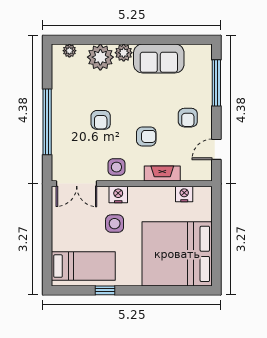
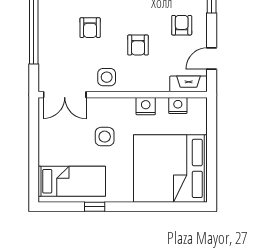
armchair: (188, 118) -> (182, 25), turned 180
armchair: (146, 136) -> (138, 45), turned 90
fireplace: (162, 174) -> (189, 84), moved
nightstand: (118, 195) -> (146, 106), moved

